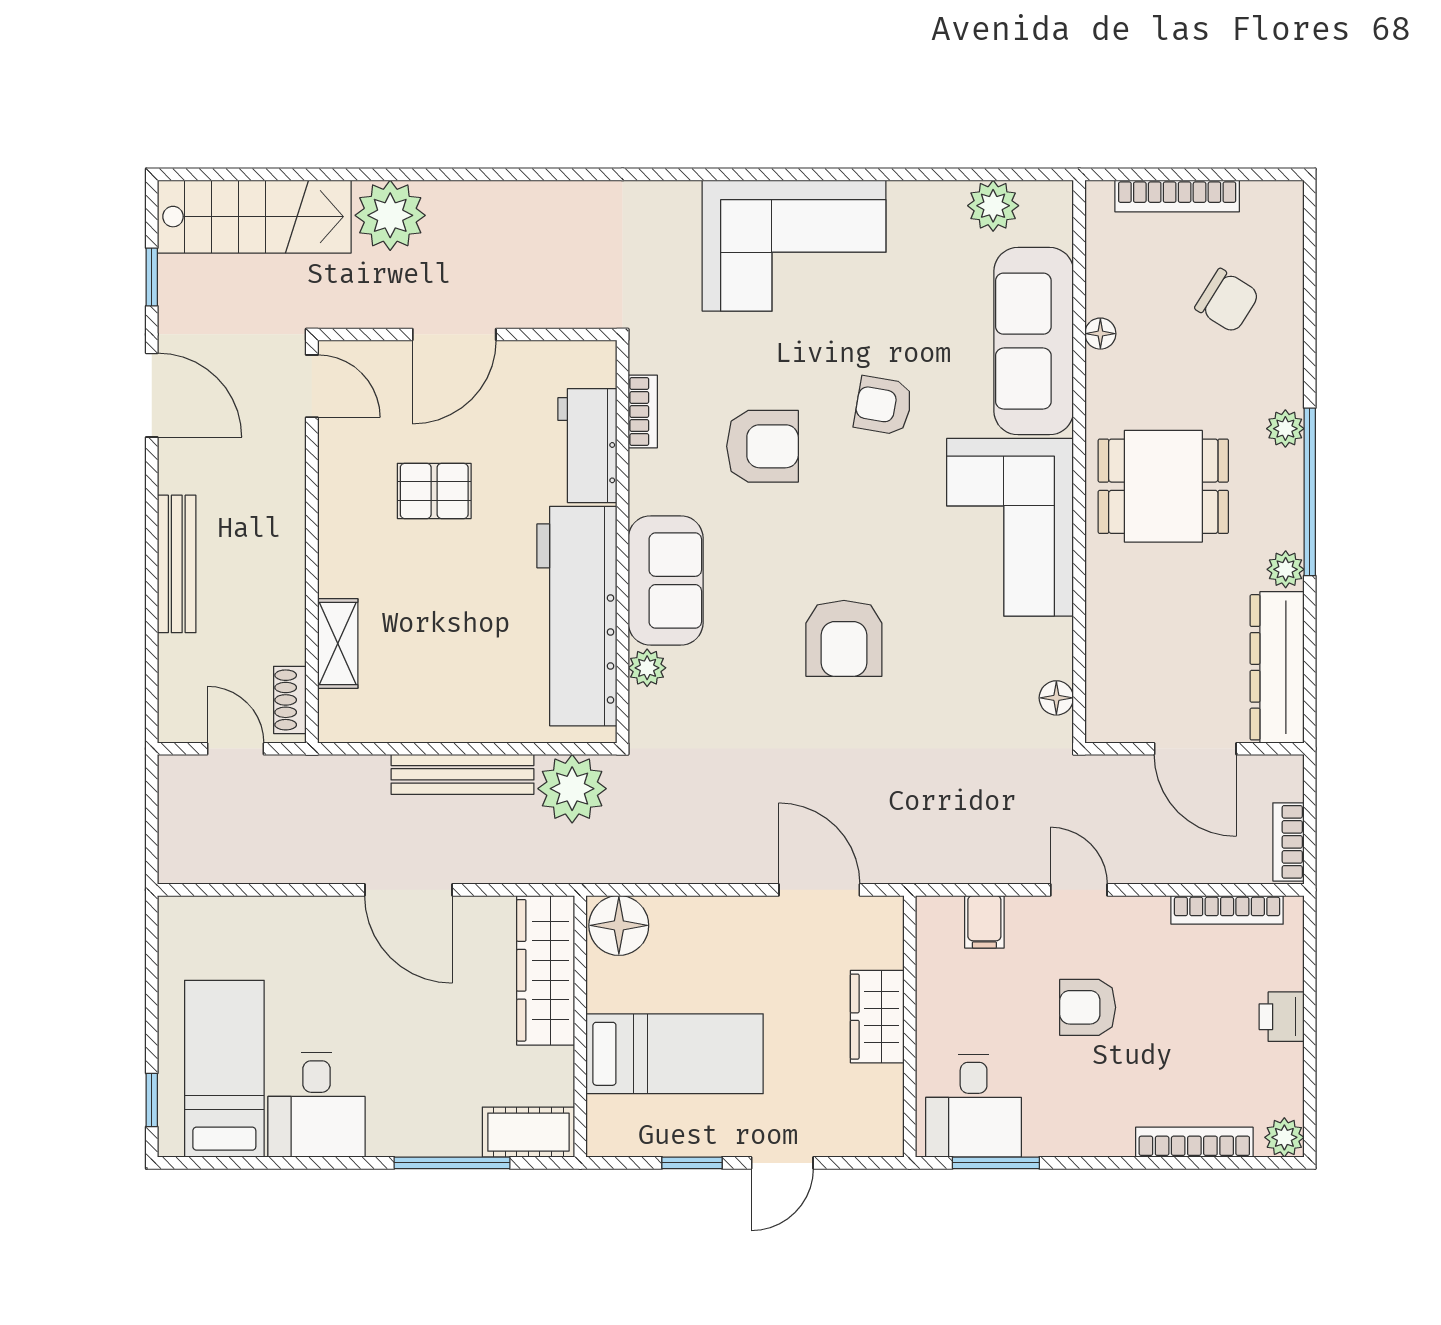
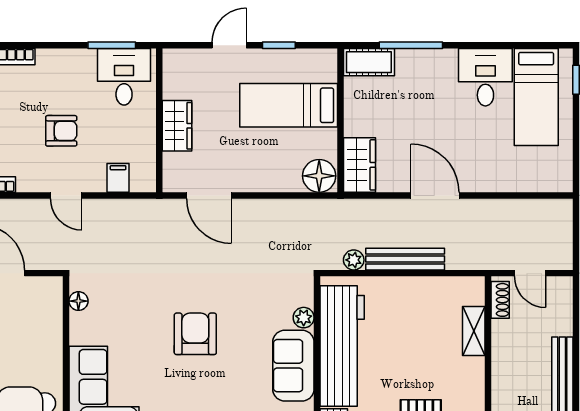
plant: (572, 789) -> (354, 260), width x0.53, depth x0.53
wardrobe: (546, 970) -> (359, 165), width x0.67

